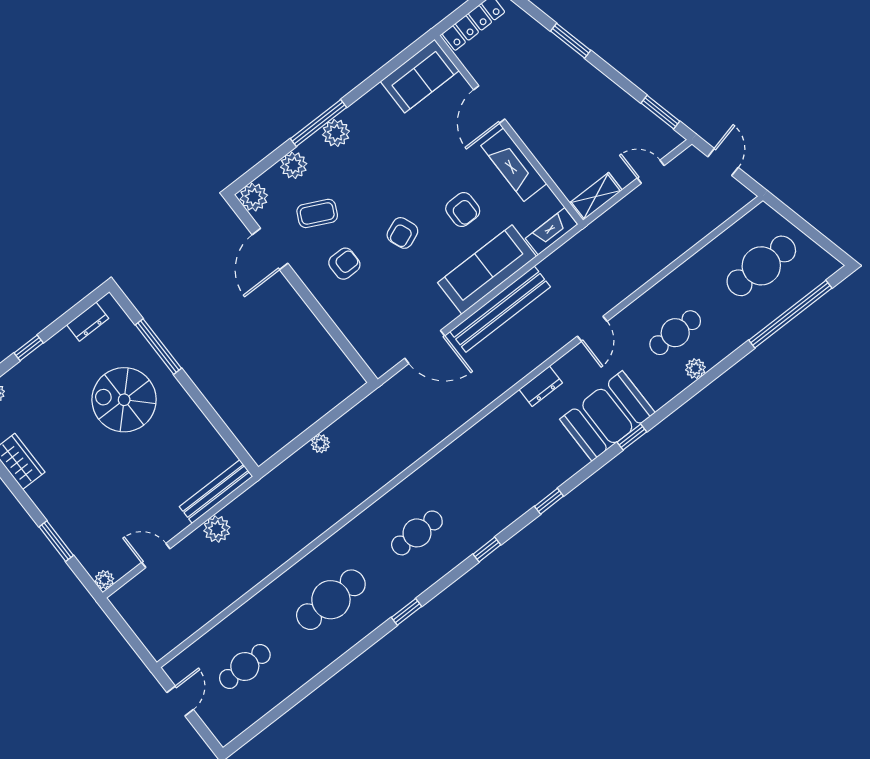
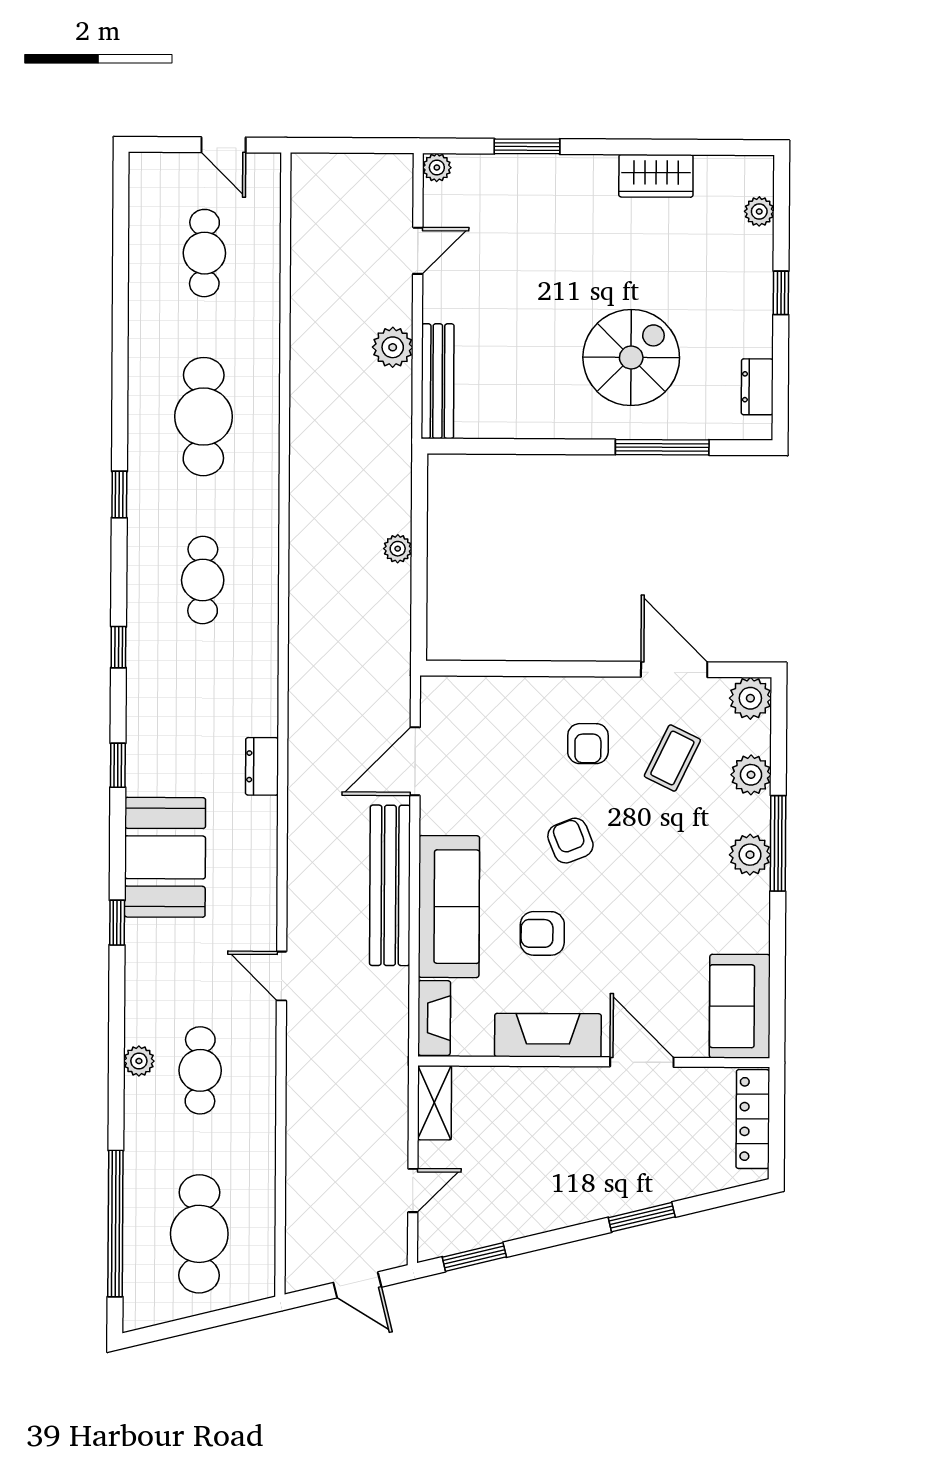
dresser: (541, 386) -> (262, 766), moved
booth: (607, 416) -> (165, 857), moved

